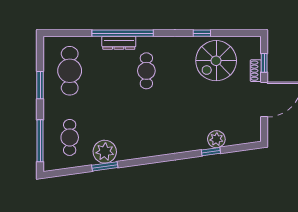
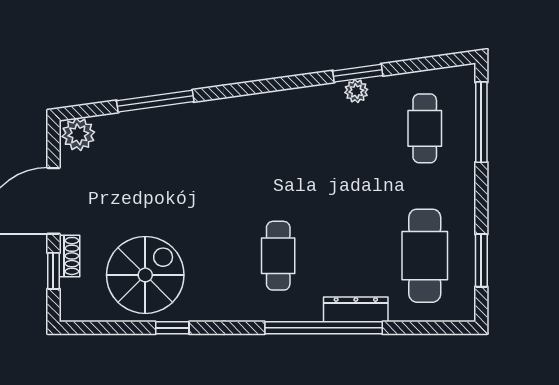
dresser: (119, 43) -> (356, 309), moved
window: (40, 85) -> (481, 260), moved
plant: (216, 139) -> (78, 134), moved
plant: (105, 152) -> (356, 91), width x0.53, depth x0.53
window: (211, 152) -> (155, 101), width x2.17

